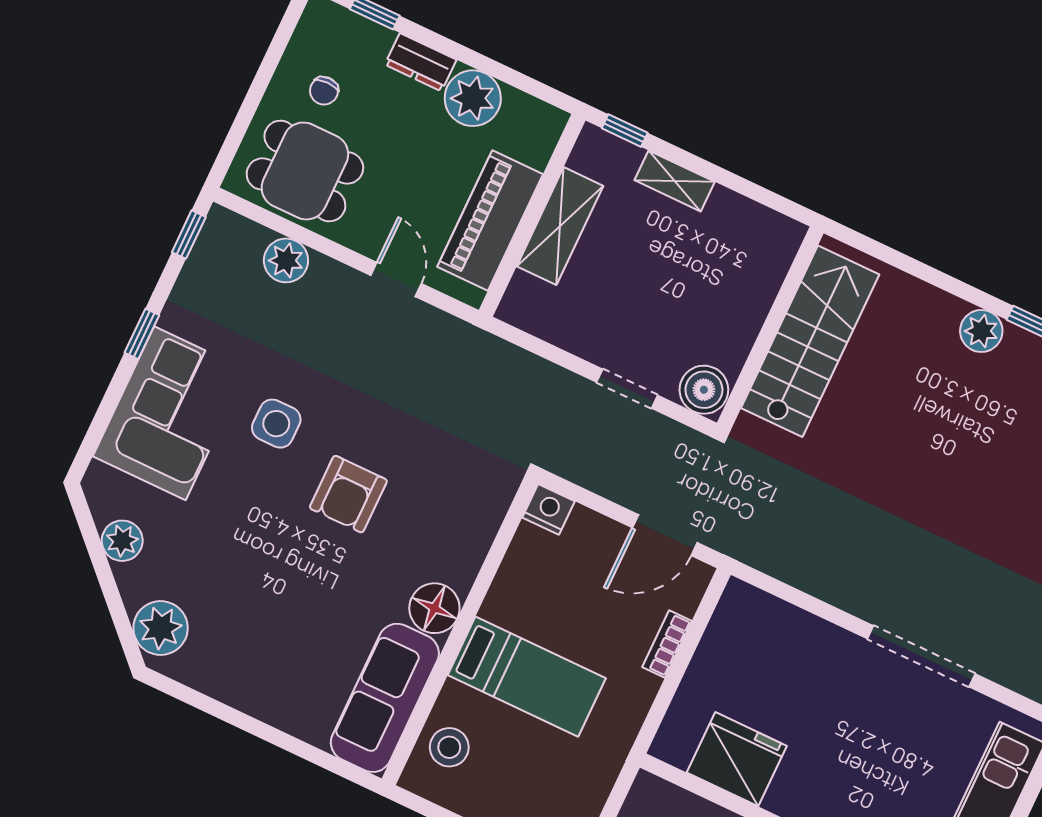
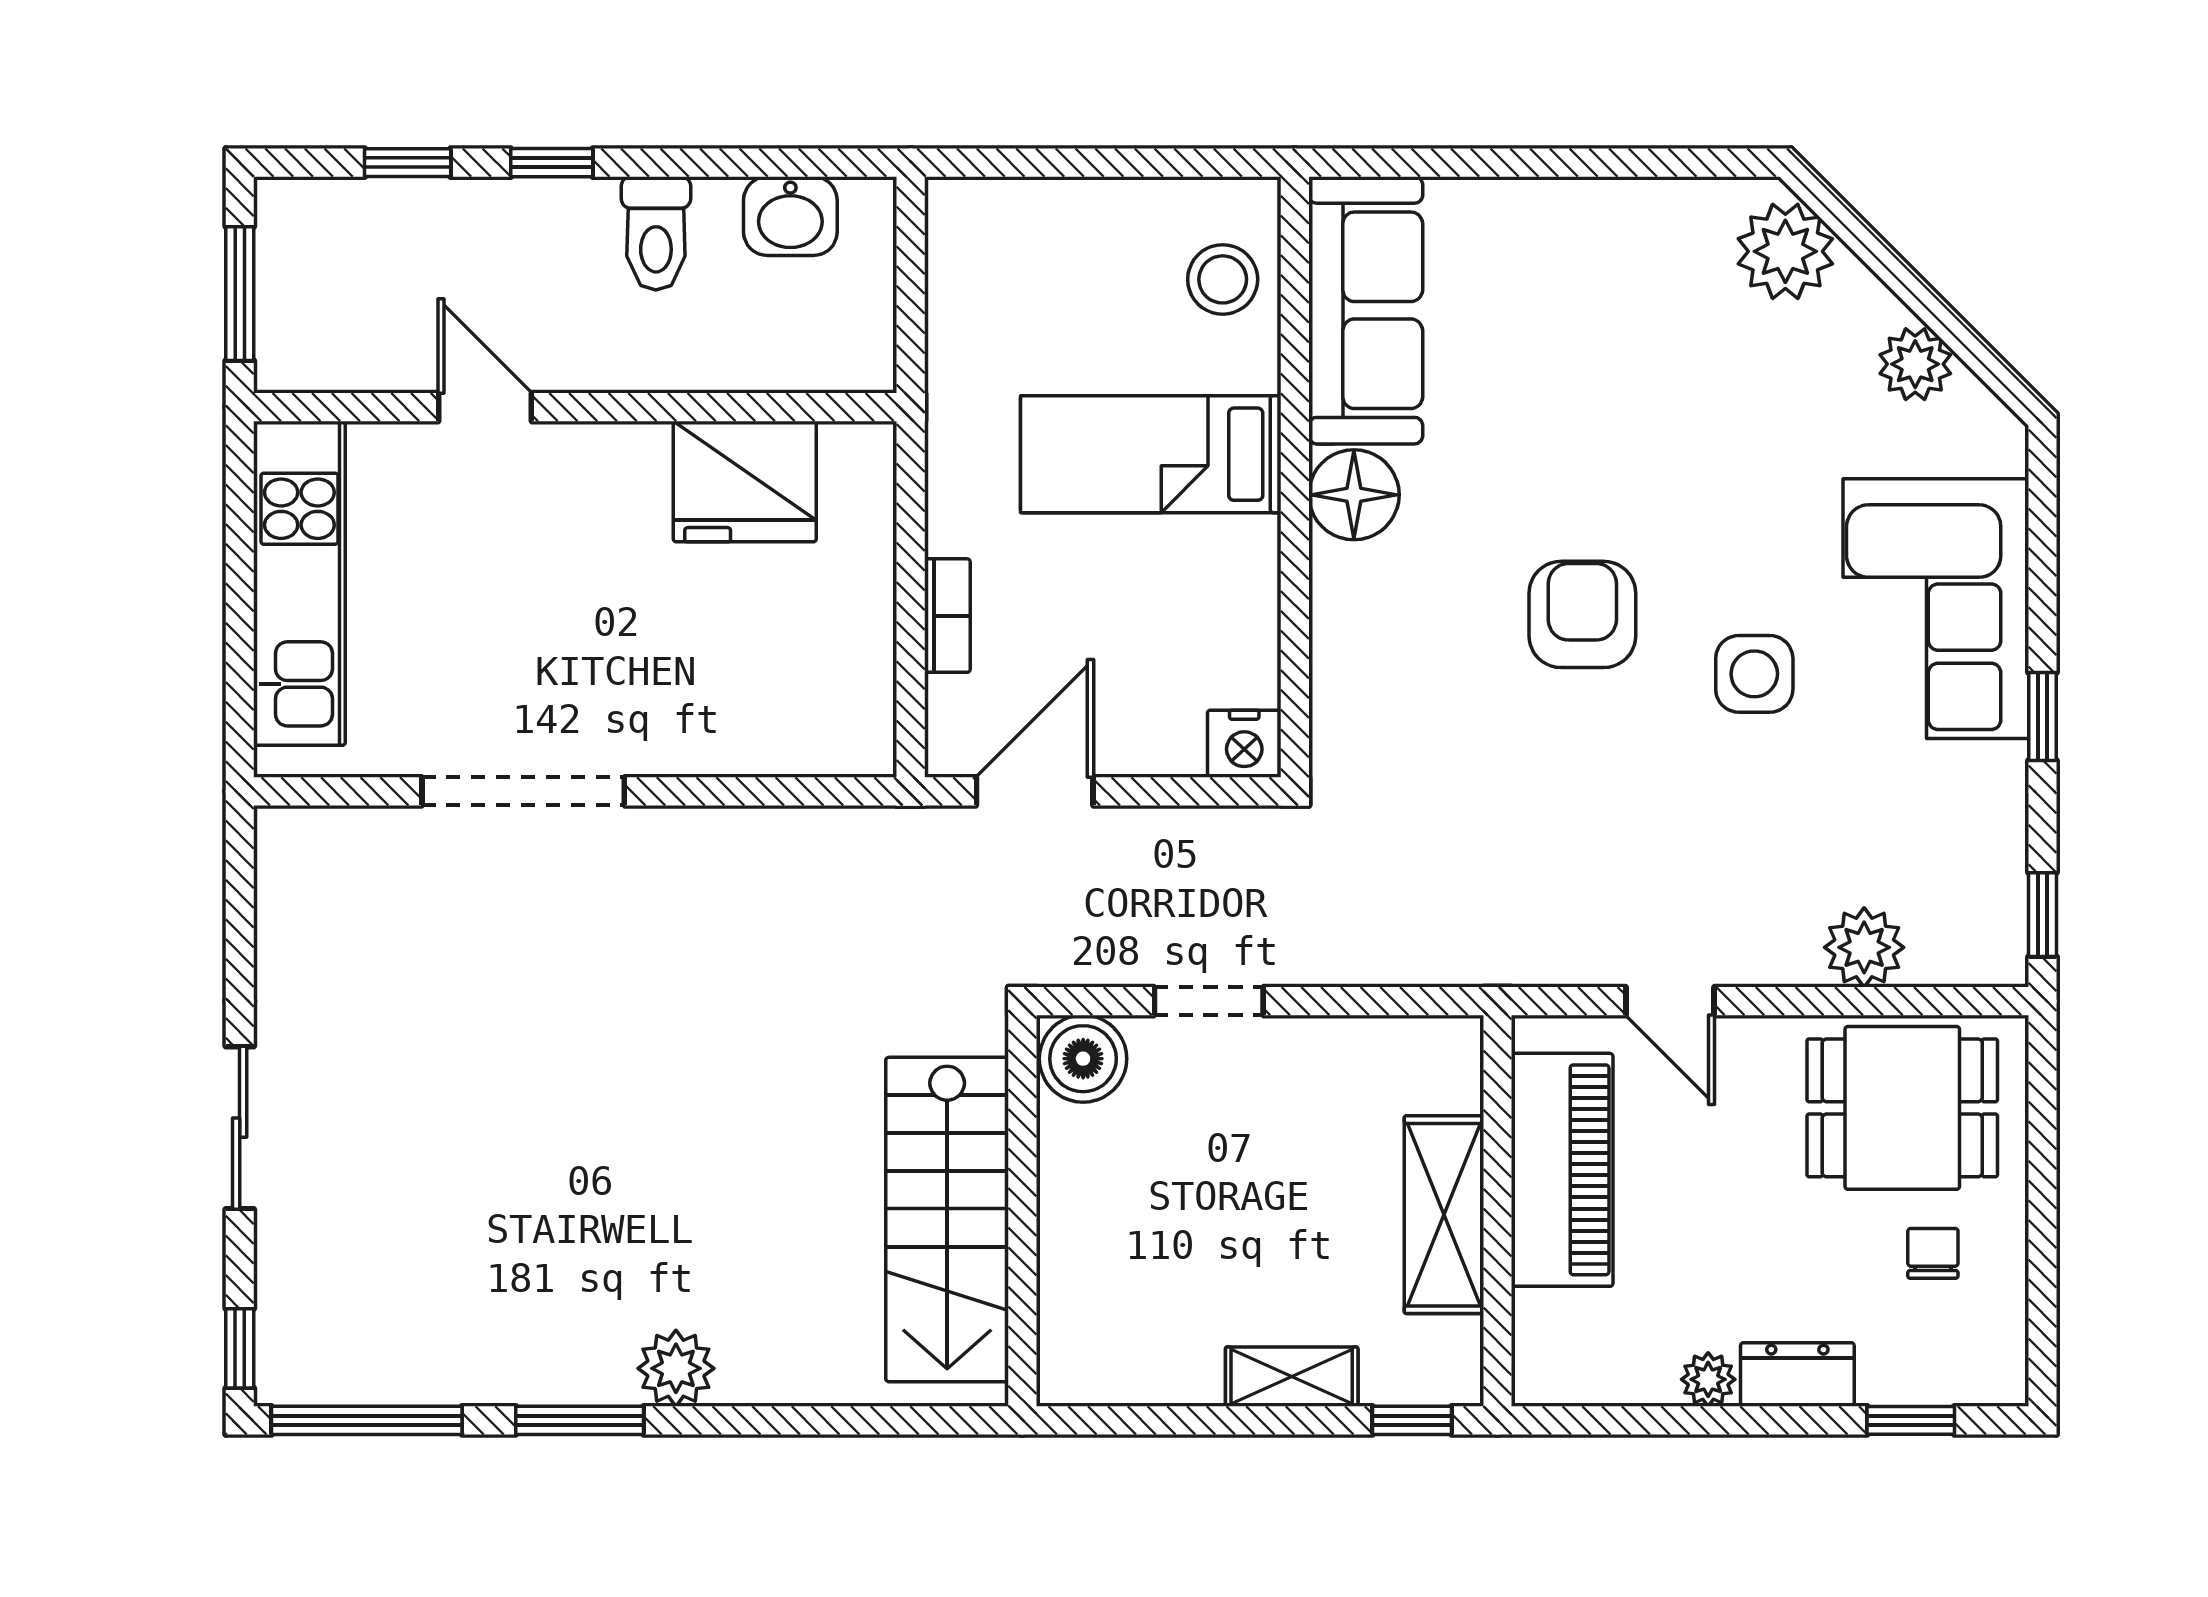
plant: (473, 98) -> (1708, 1379), width x0.53, depth x0.53

